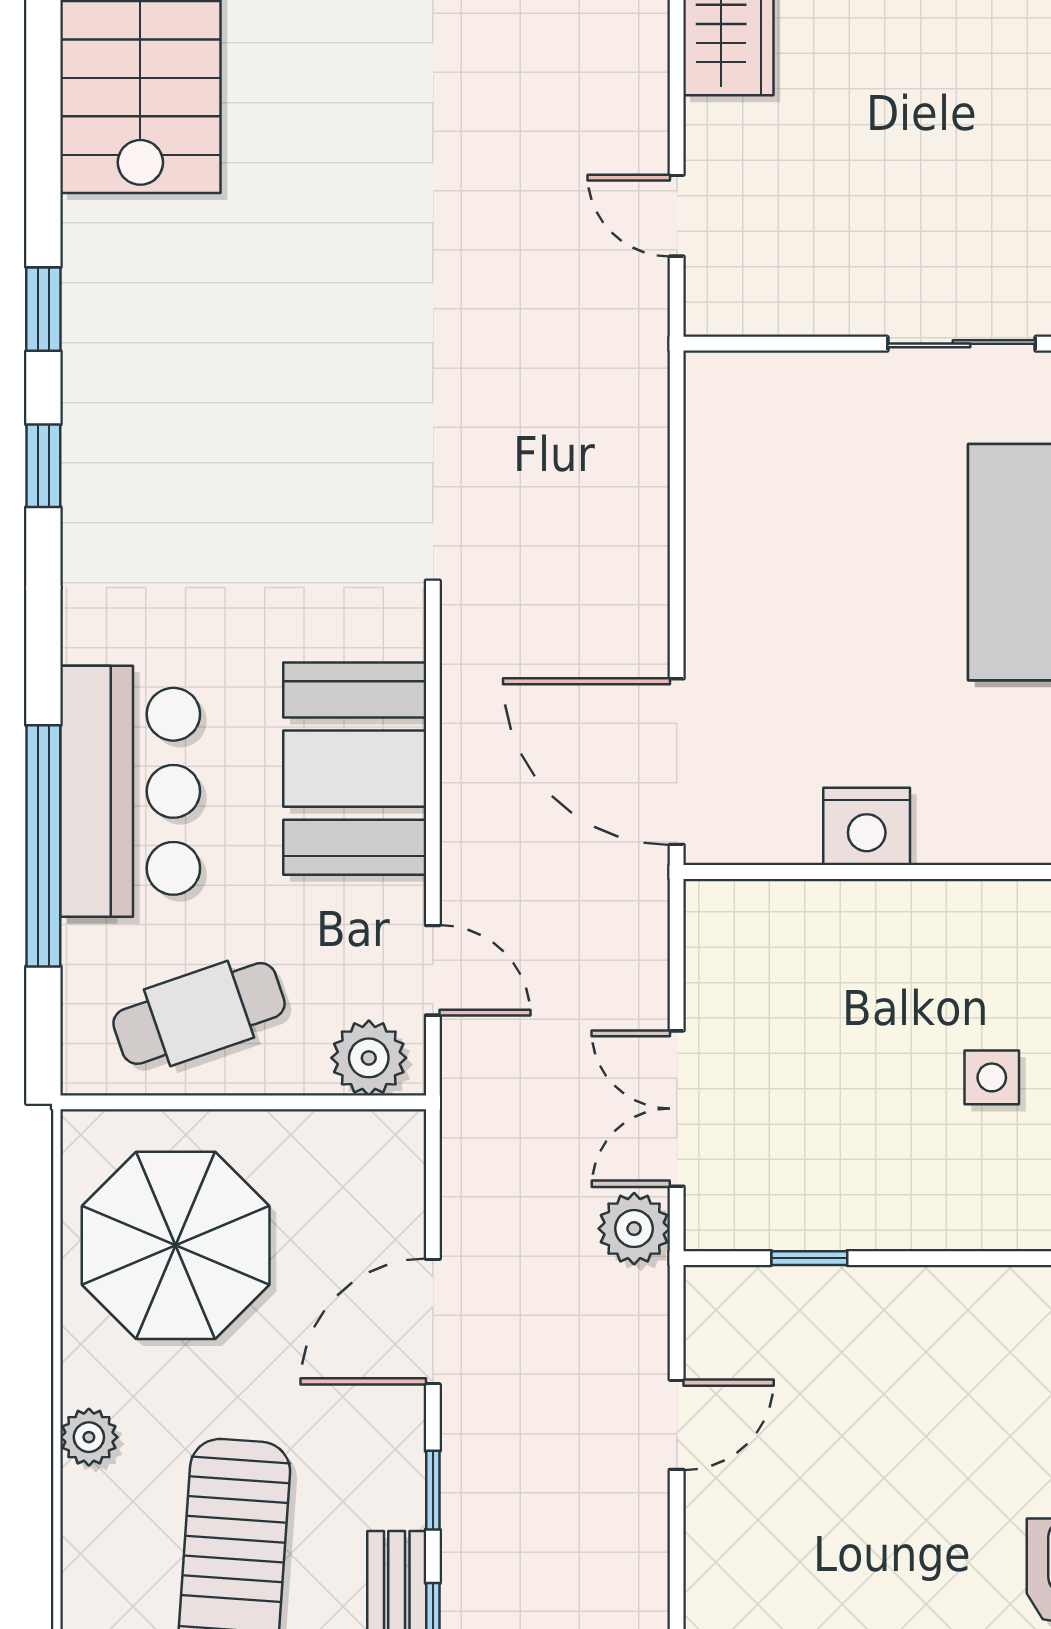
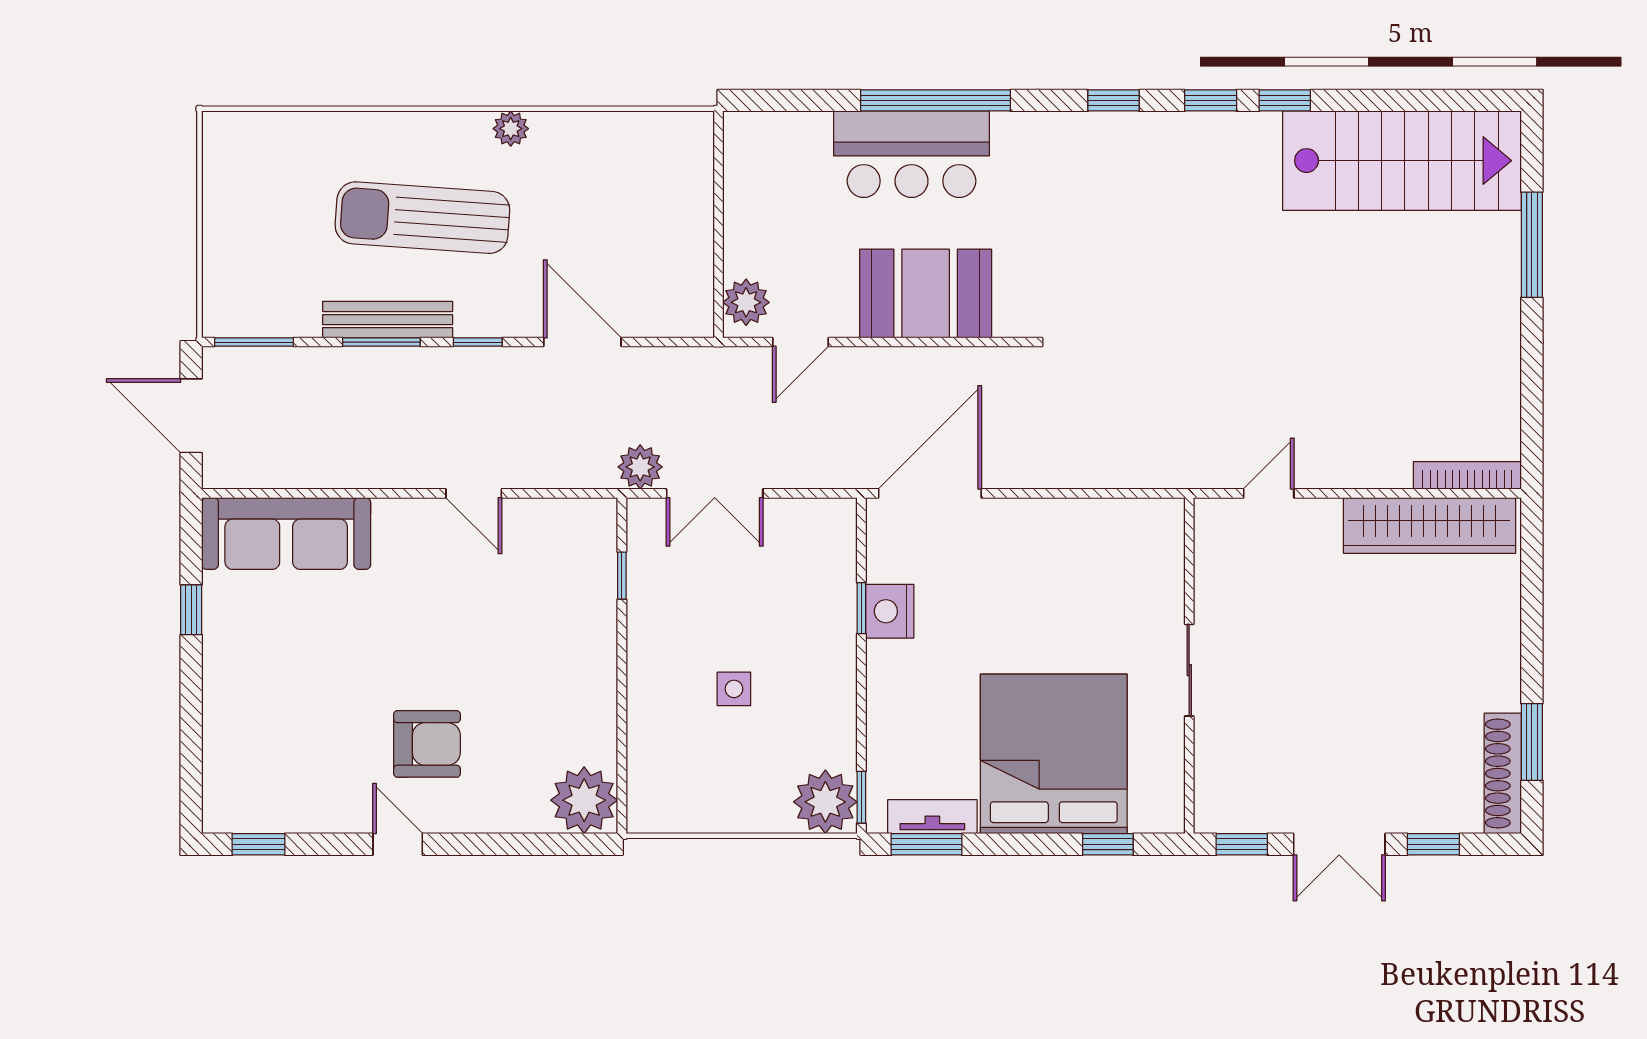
window: (43, 190) -> (1285, 100), added
window: (43, 846) -> (936, 100), moved
window: (862, 872) -> (861, 608), added
cafe table: (199, 1013) -> (774, 197), removed
double door: (677, 1109) -> (715, 493), swing flipped
parasol: (176, 1245) -> (630, 182), removed
door: (677, 1425) -> (474, 493), moved

